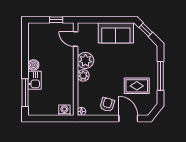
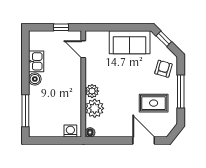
plant: (85, 60) -> (95, 108), moved
kitchen sink: (35, 80) -> (36, 61), moved
armchair: (107, 105) -> (163, 69), moved

